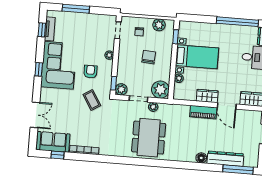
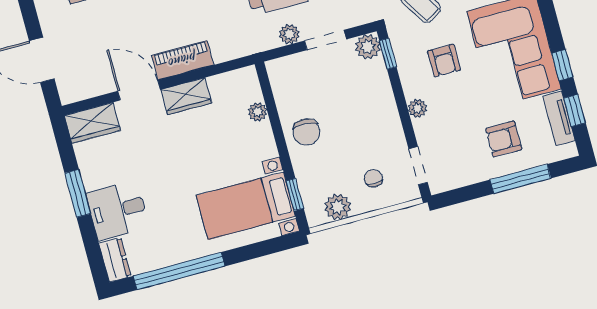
armchair: (77, 29) -> (504, 139), added
chair: (149, 57) -> (306, 132), moved
bed with nightstands: (197, 57) -> (246, 206), moved
window: (39, 69) -> (562, 65), moved
plant: (160, 90) -> (287, 75), removed

